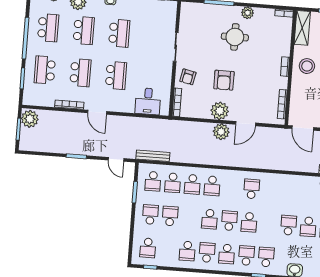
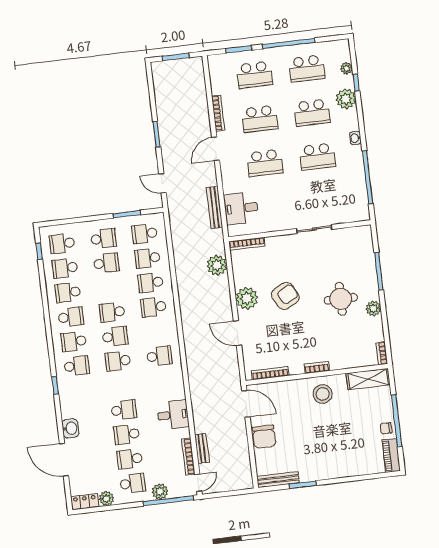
school desk: (45, 70) -> (254, 75), turned 180
armchair: (188, 77) -> (281, 251), removed
armchair: (224, 80) -> (285, 296), turned 152
plant: (30, 119) -> (191, 68), removed
door: (303, 128) -> (246, 404), swing flipped
plant: (221, 132) -> (217, 265), moved
bench: (153, 156) -> (215, 207), moved
door: (116, 159) -> (162, 183), hinge flipped
desk: (300, 187) -> (173, 415), added
school desk: (266, 257) -> (65, 268), moved, turned 180

